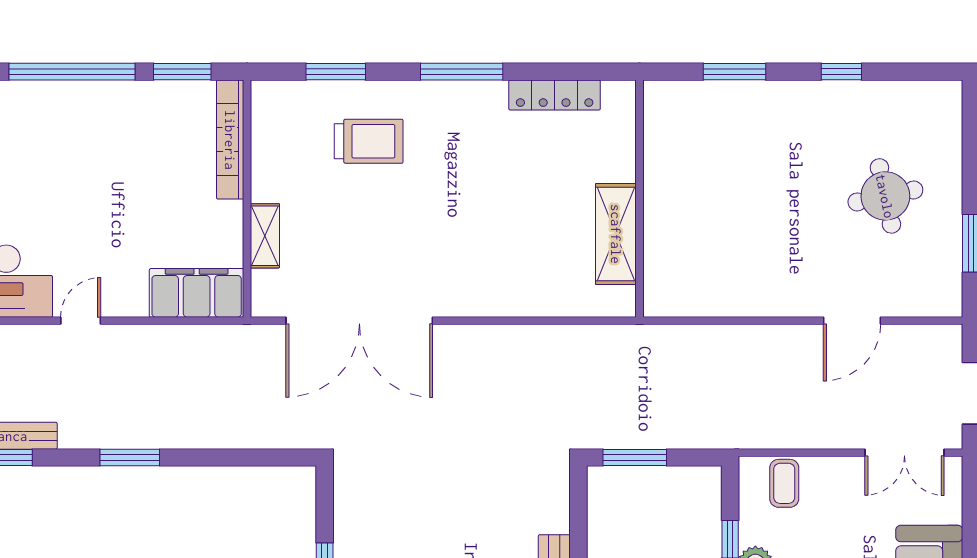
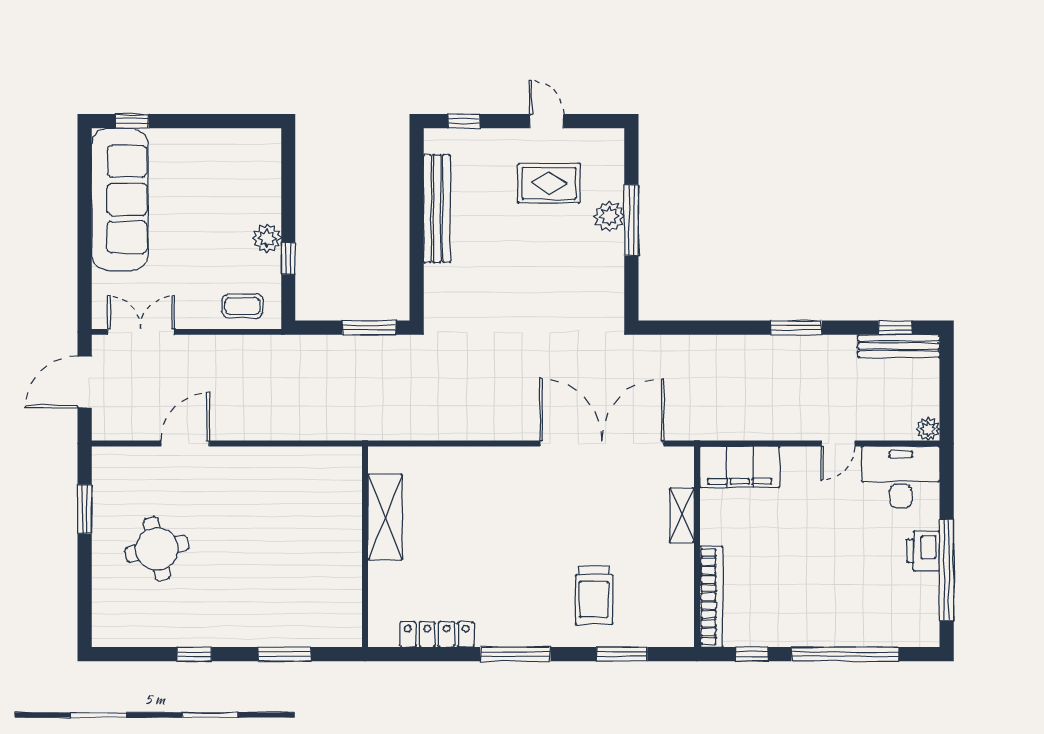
window: (182, 72) -> (752, 654), width x0.67
trolley: (369, 141) -> (594, 595), turned -90
coffee table: (784, 483) -> (243, 306), turned 90

